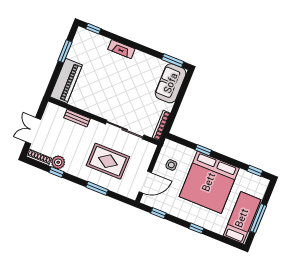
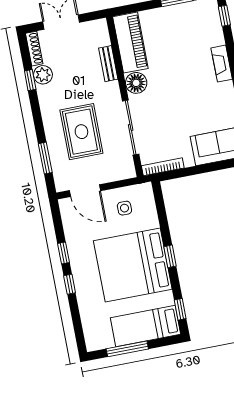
piano: (66, 81) -> (130, 43), moved, turned -90
floor lamp: (100, 109) -> (136, 83), added
window: (203, 150) -> (170, 256), moved
window: (97, 188) -> (45, 158), moved
window: (158, 213) -> (64, 253), moved
bed: (242, 218) -> (146, 326), moved, turned 180

